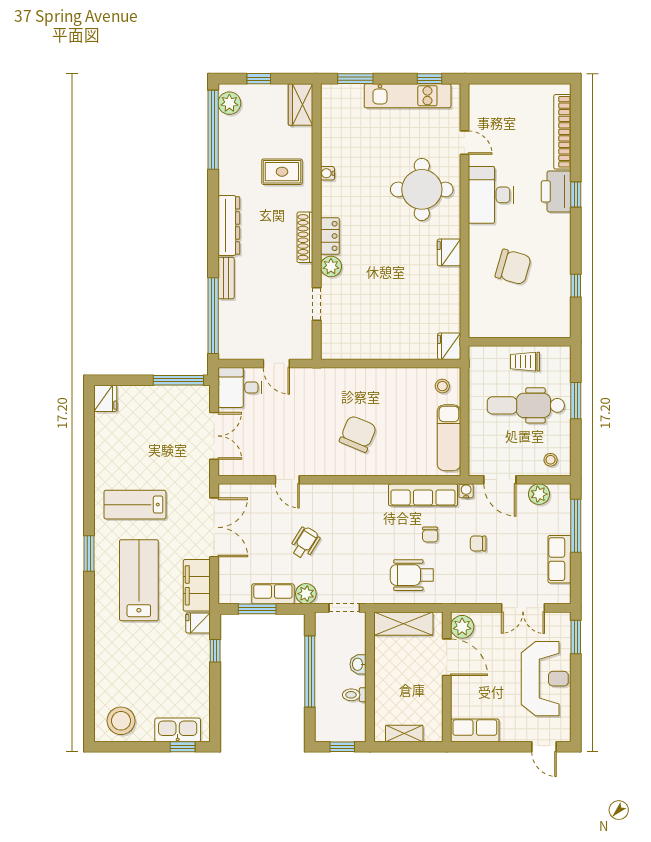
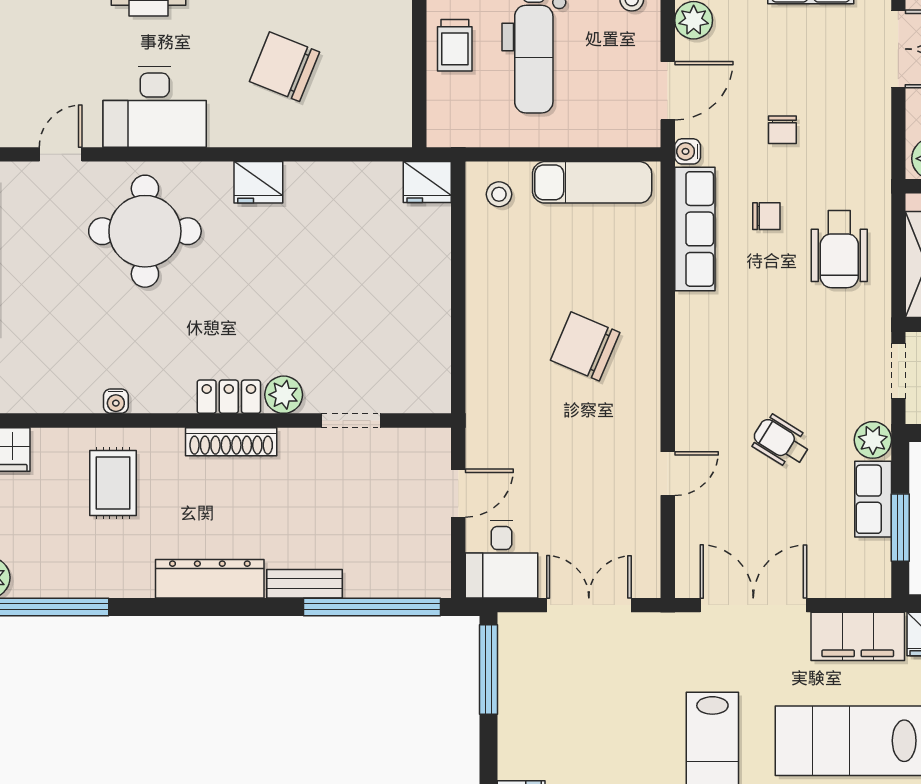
chair: (513, 267) -> (284, 67), turned -84

